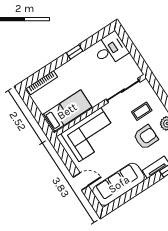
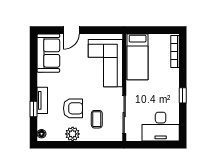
desk: (110, 49) -> (161, 127), width x1.37
armchair: (146, 137) -> (73, 108), turned -89
sofa: (119, 184) -> (48, 53), width x0.73

